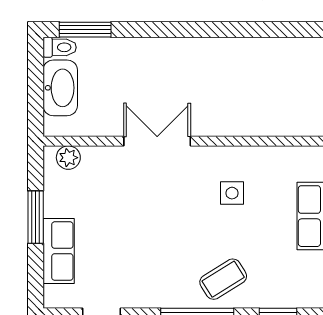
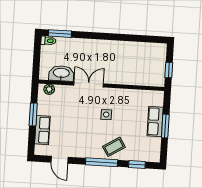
washbasin: (60, 88) -> (61, 73), moved, turned -90
side table: (232, 193) -> (106, 115), moved

